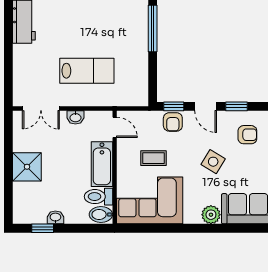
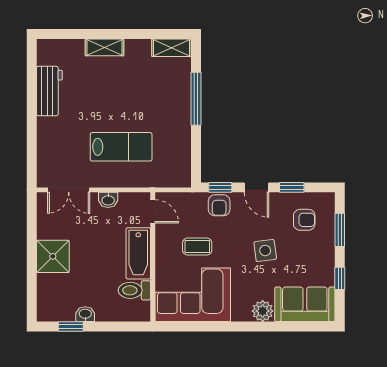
side table: (213, 162) -> (265, 251), turned -38
bidet: (101, 214) -> (137, 311), removed

